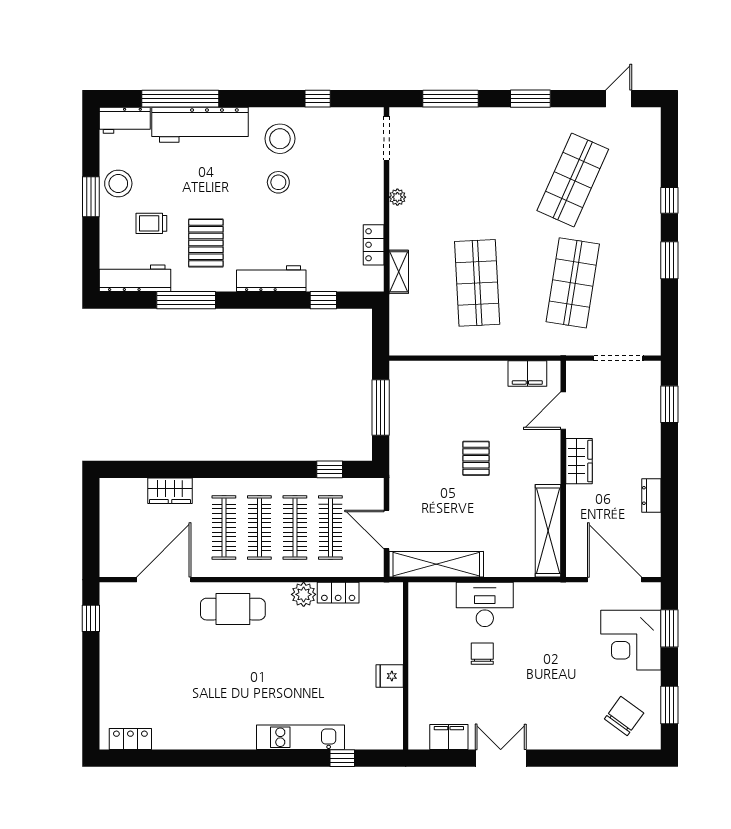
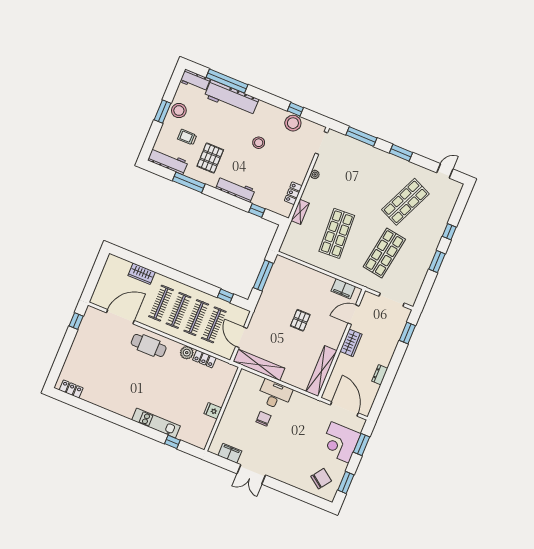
stool: (280, 139) -> (293, 123), moved
double door: (501, 758) -> (251, 474), swing flipped

